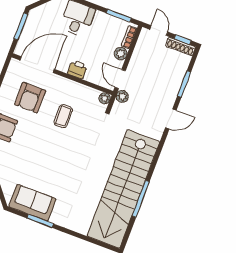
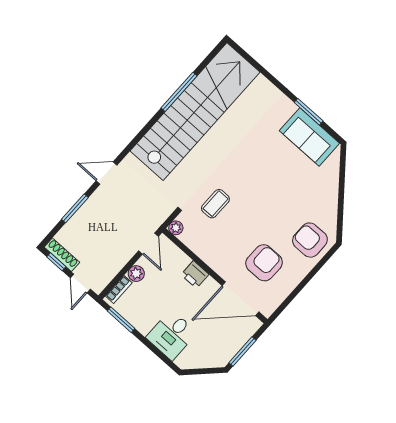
plant: (122, 96) -> (154, 222), removed
coffee table: (63, 116) -> (215, 204), moved

